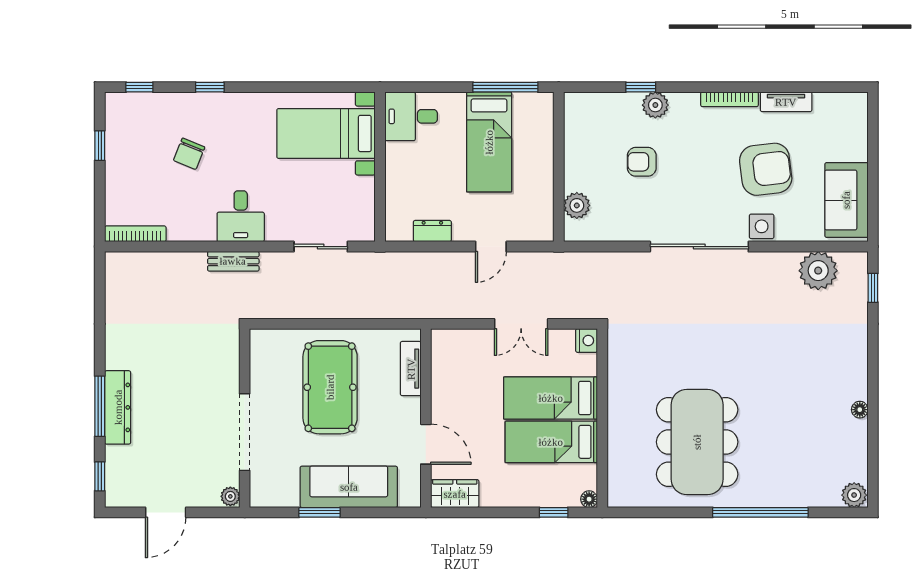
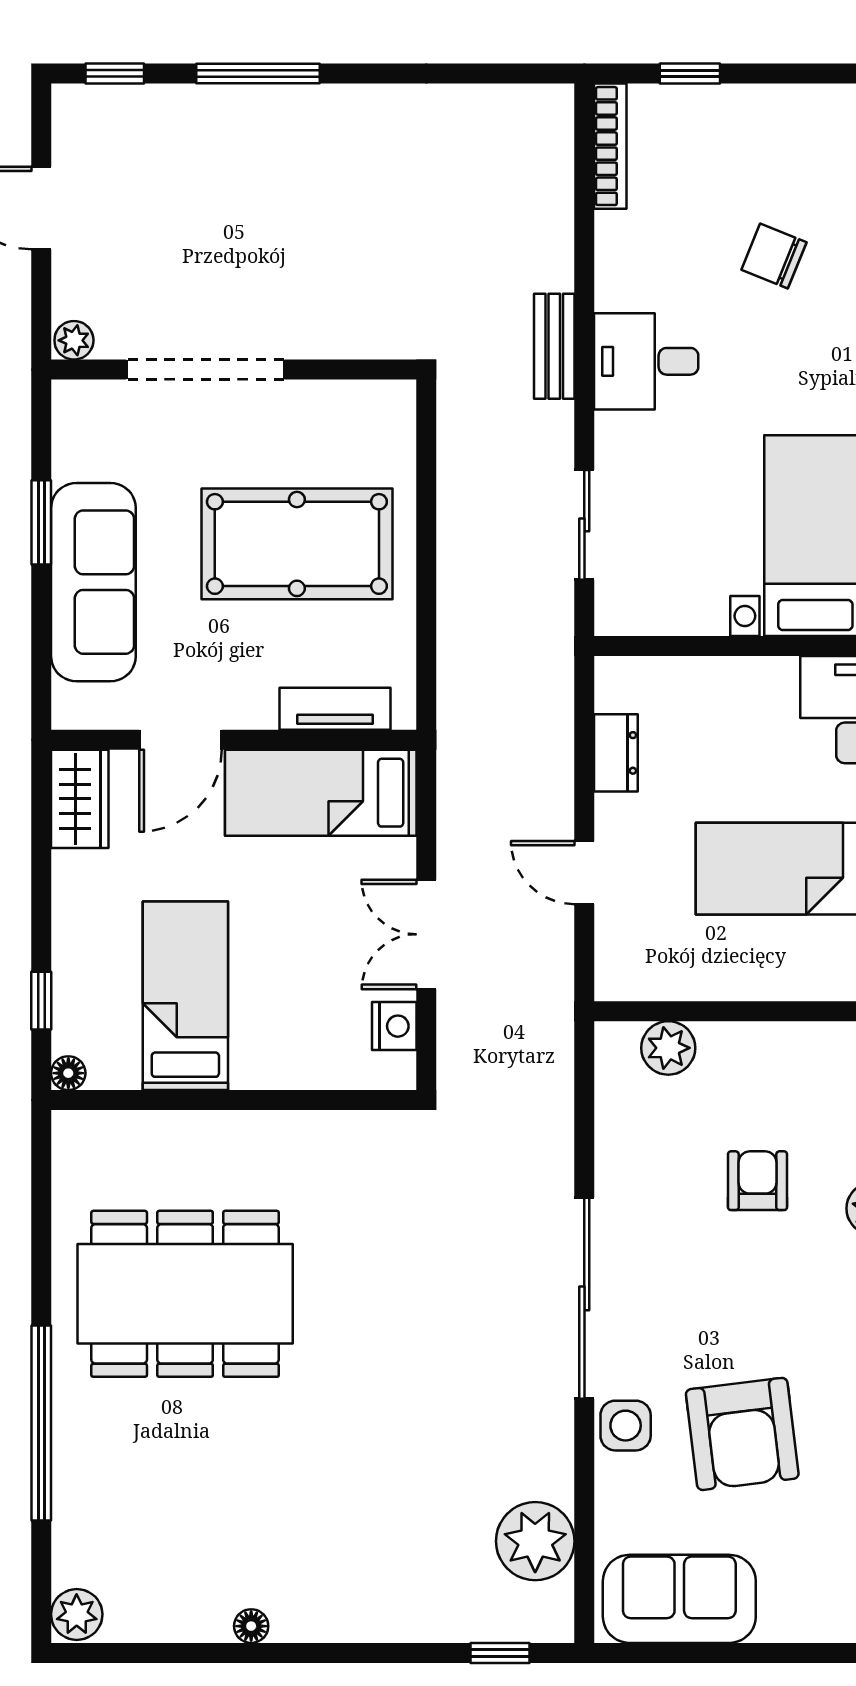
window: (100, 146) -> (690, 73), moved
nightstand: (587, 341) -> (394, 1026), moved, turned -90
bed: (551, 398) -> (321, 793), moved, turned -90
dresser: (118, 407) -> (256, 110), removed

